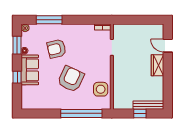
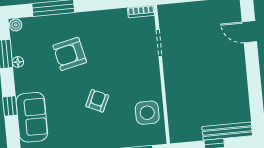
wardrobe: (158, 65) -> (236, 65), removed
sofa: (30, 70) -> (32, 117), moved
armchair: (71, 79) -> (97, 101), width x0.53, depth x0.53

